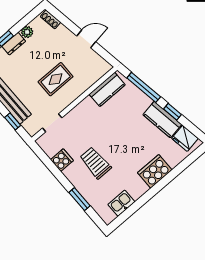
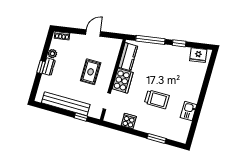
kitchen counter: (162, 120) -> (176, 53), removed
trolley: (95, 163) -> (157, 99), moved, turned 180
cooker: (155, 171) -> (123, 81), moved, turned 180
kitchen sink: (121, 203) -> (188, 111), moved

